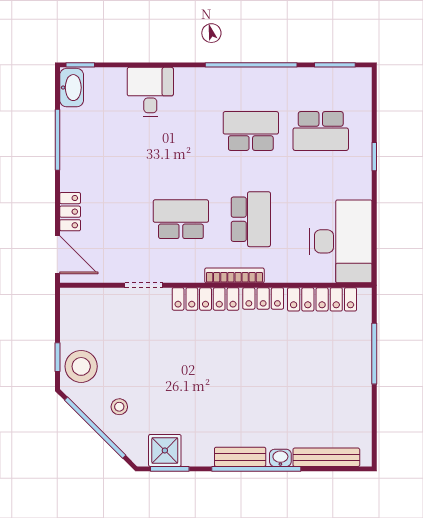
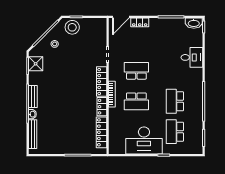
school desk: (251, 131) -> (175, 101), turned 180
school desk: (181, 219) -> (136, 71), turned -90
desk: (341, 241) -> (144, 140), moved

